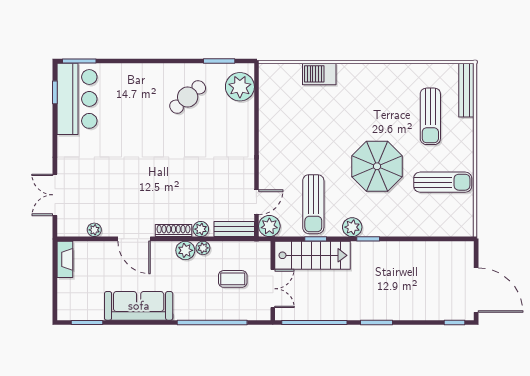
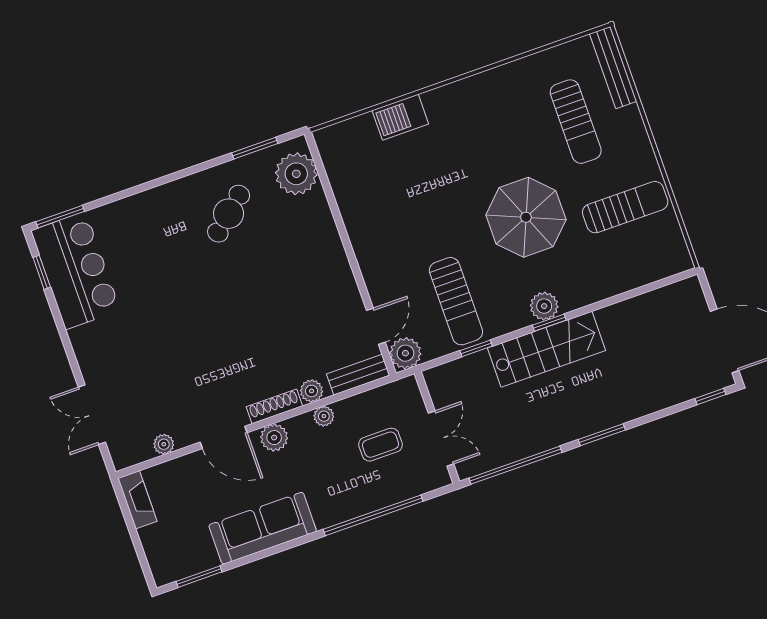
plant: (352, 227) -> (544, 306), moved
plant: (185, 250) -> (274, 438), moved
stairs: (313, 255) -> (546, 349), moved

